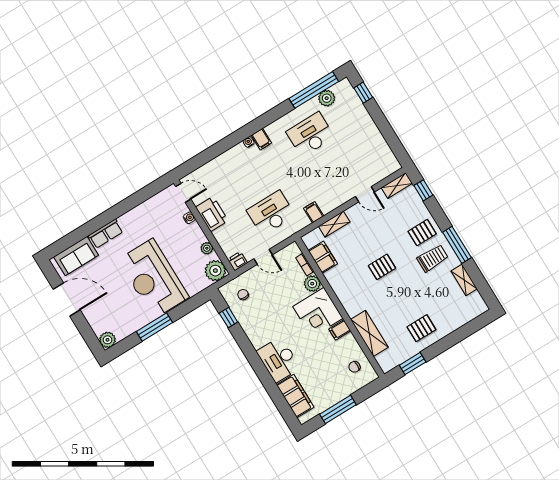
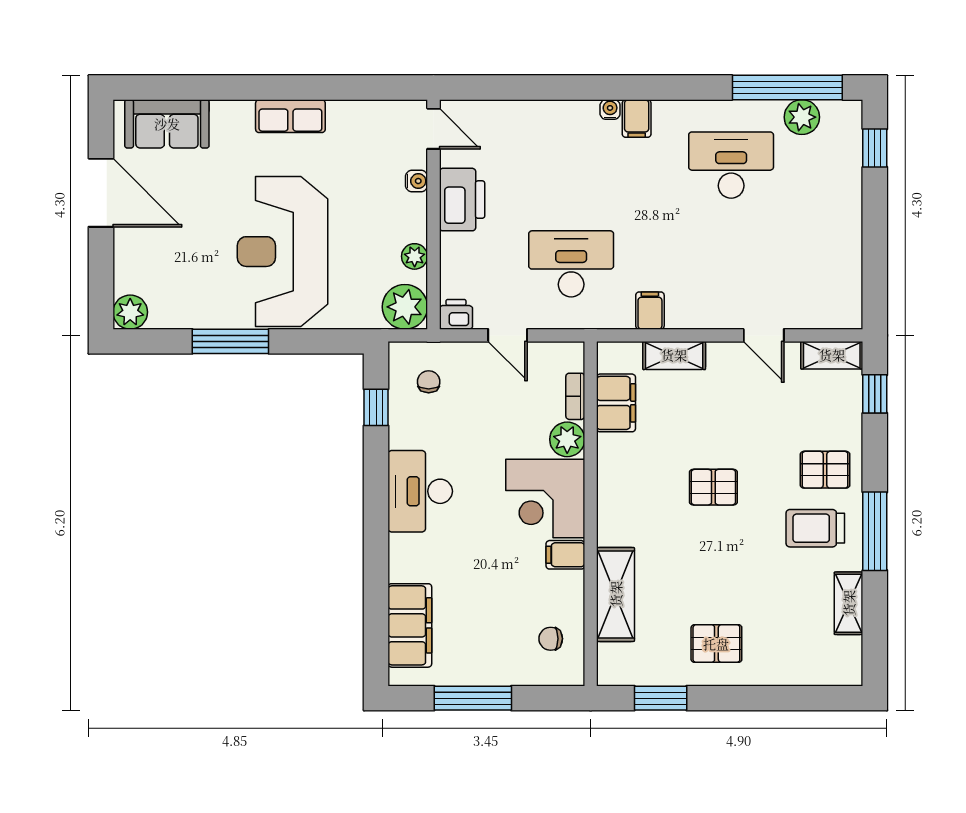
row of seats: (106, 234) -> (290, 116), moved
trolley: (433, 258) -> (815, 528), turned 180
desk: (278, 360) -> (420, 491), moved

